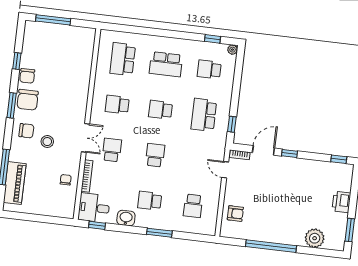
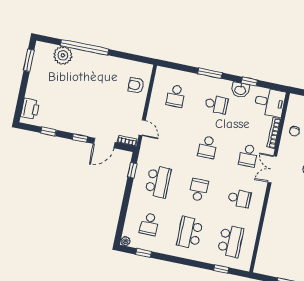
window: (130, 29) -> (221, 269), added
school desk: (166, 64) -> (190, 233), turned -90
school desk: (209, 69) -> (149, 224), turned 90
school desk: (161, 110) -> (199, 190), turned -90
window: (339, 159) -> (48, 131), moved
printer: (341, 202) -> (30, 109), moved
school desk: (193, 206) -> (176, 96), turned 180
window: (97, 225) -> (249, 81), moved
window: (271, 246) -> (85, 47), moved

